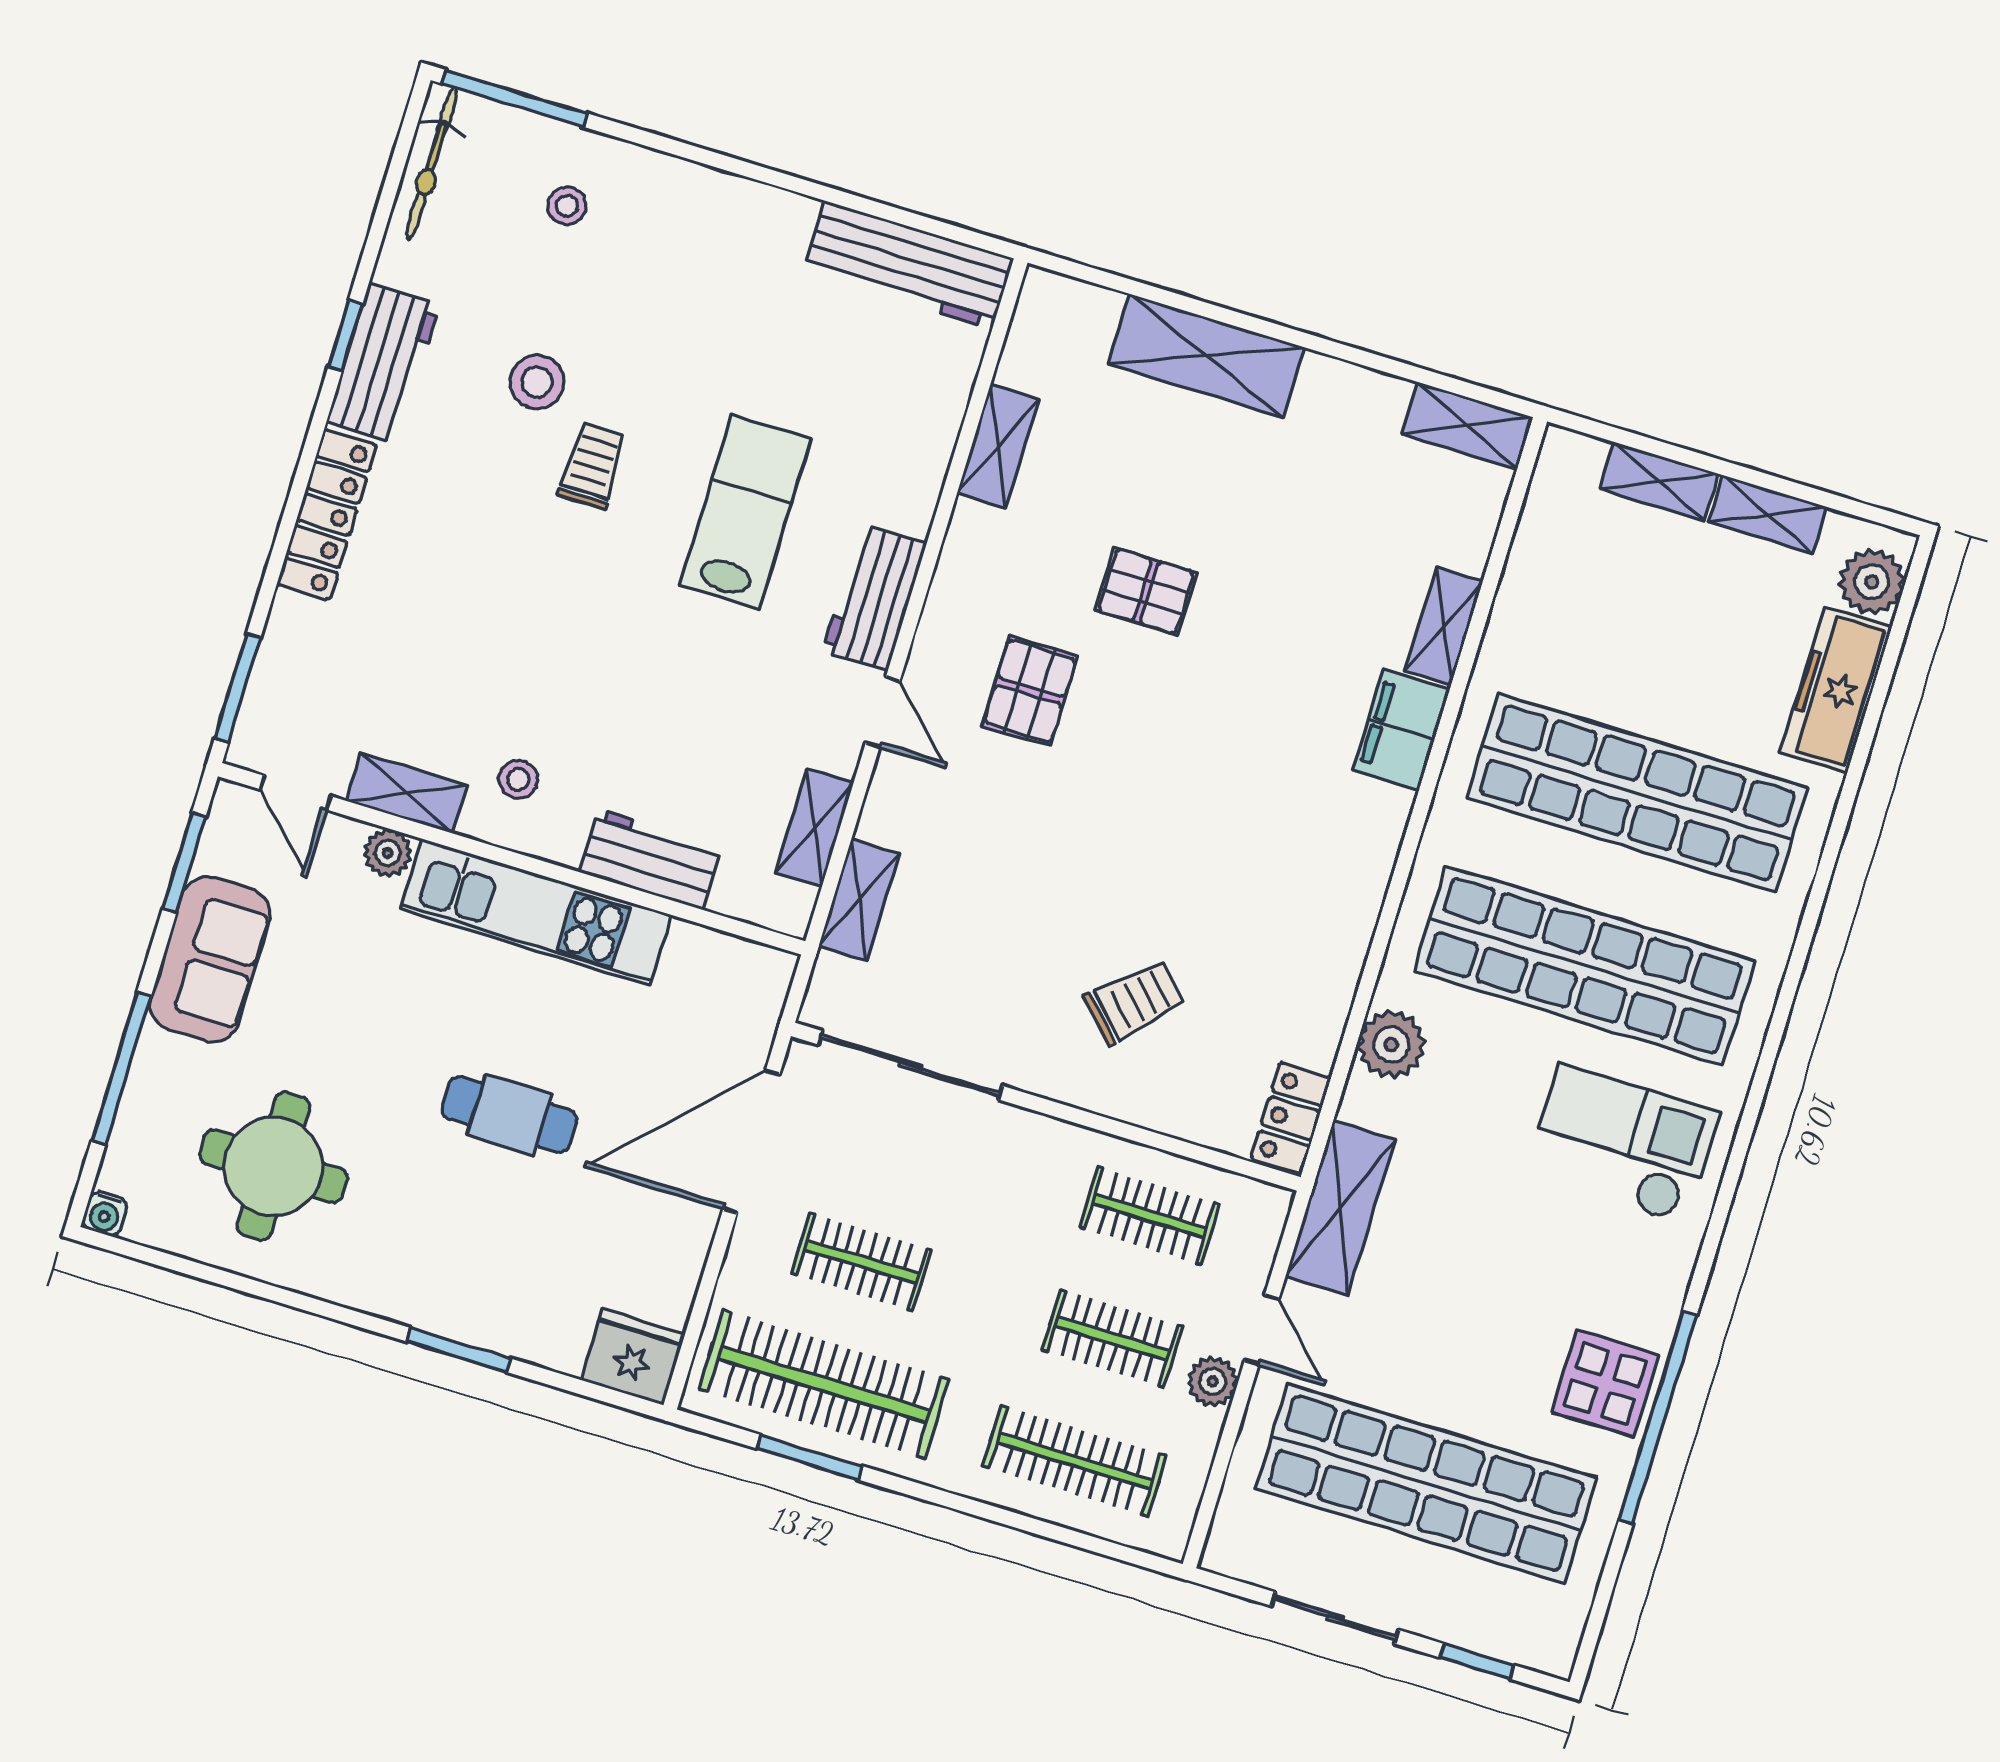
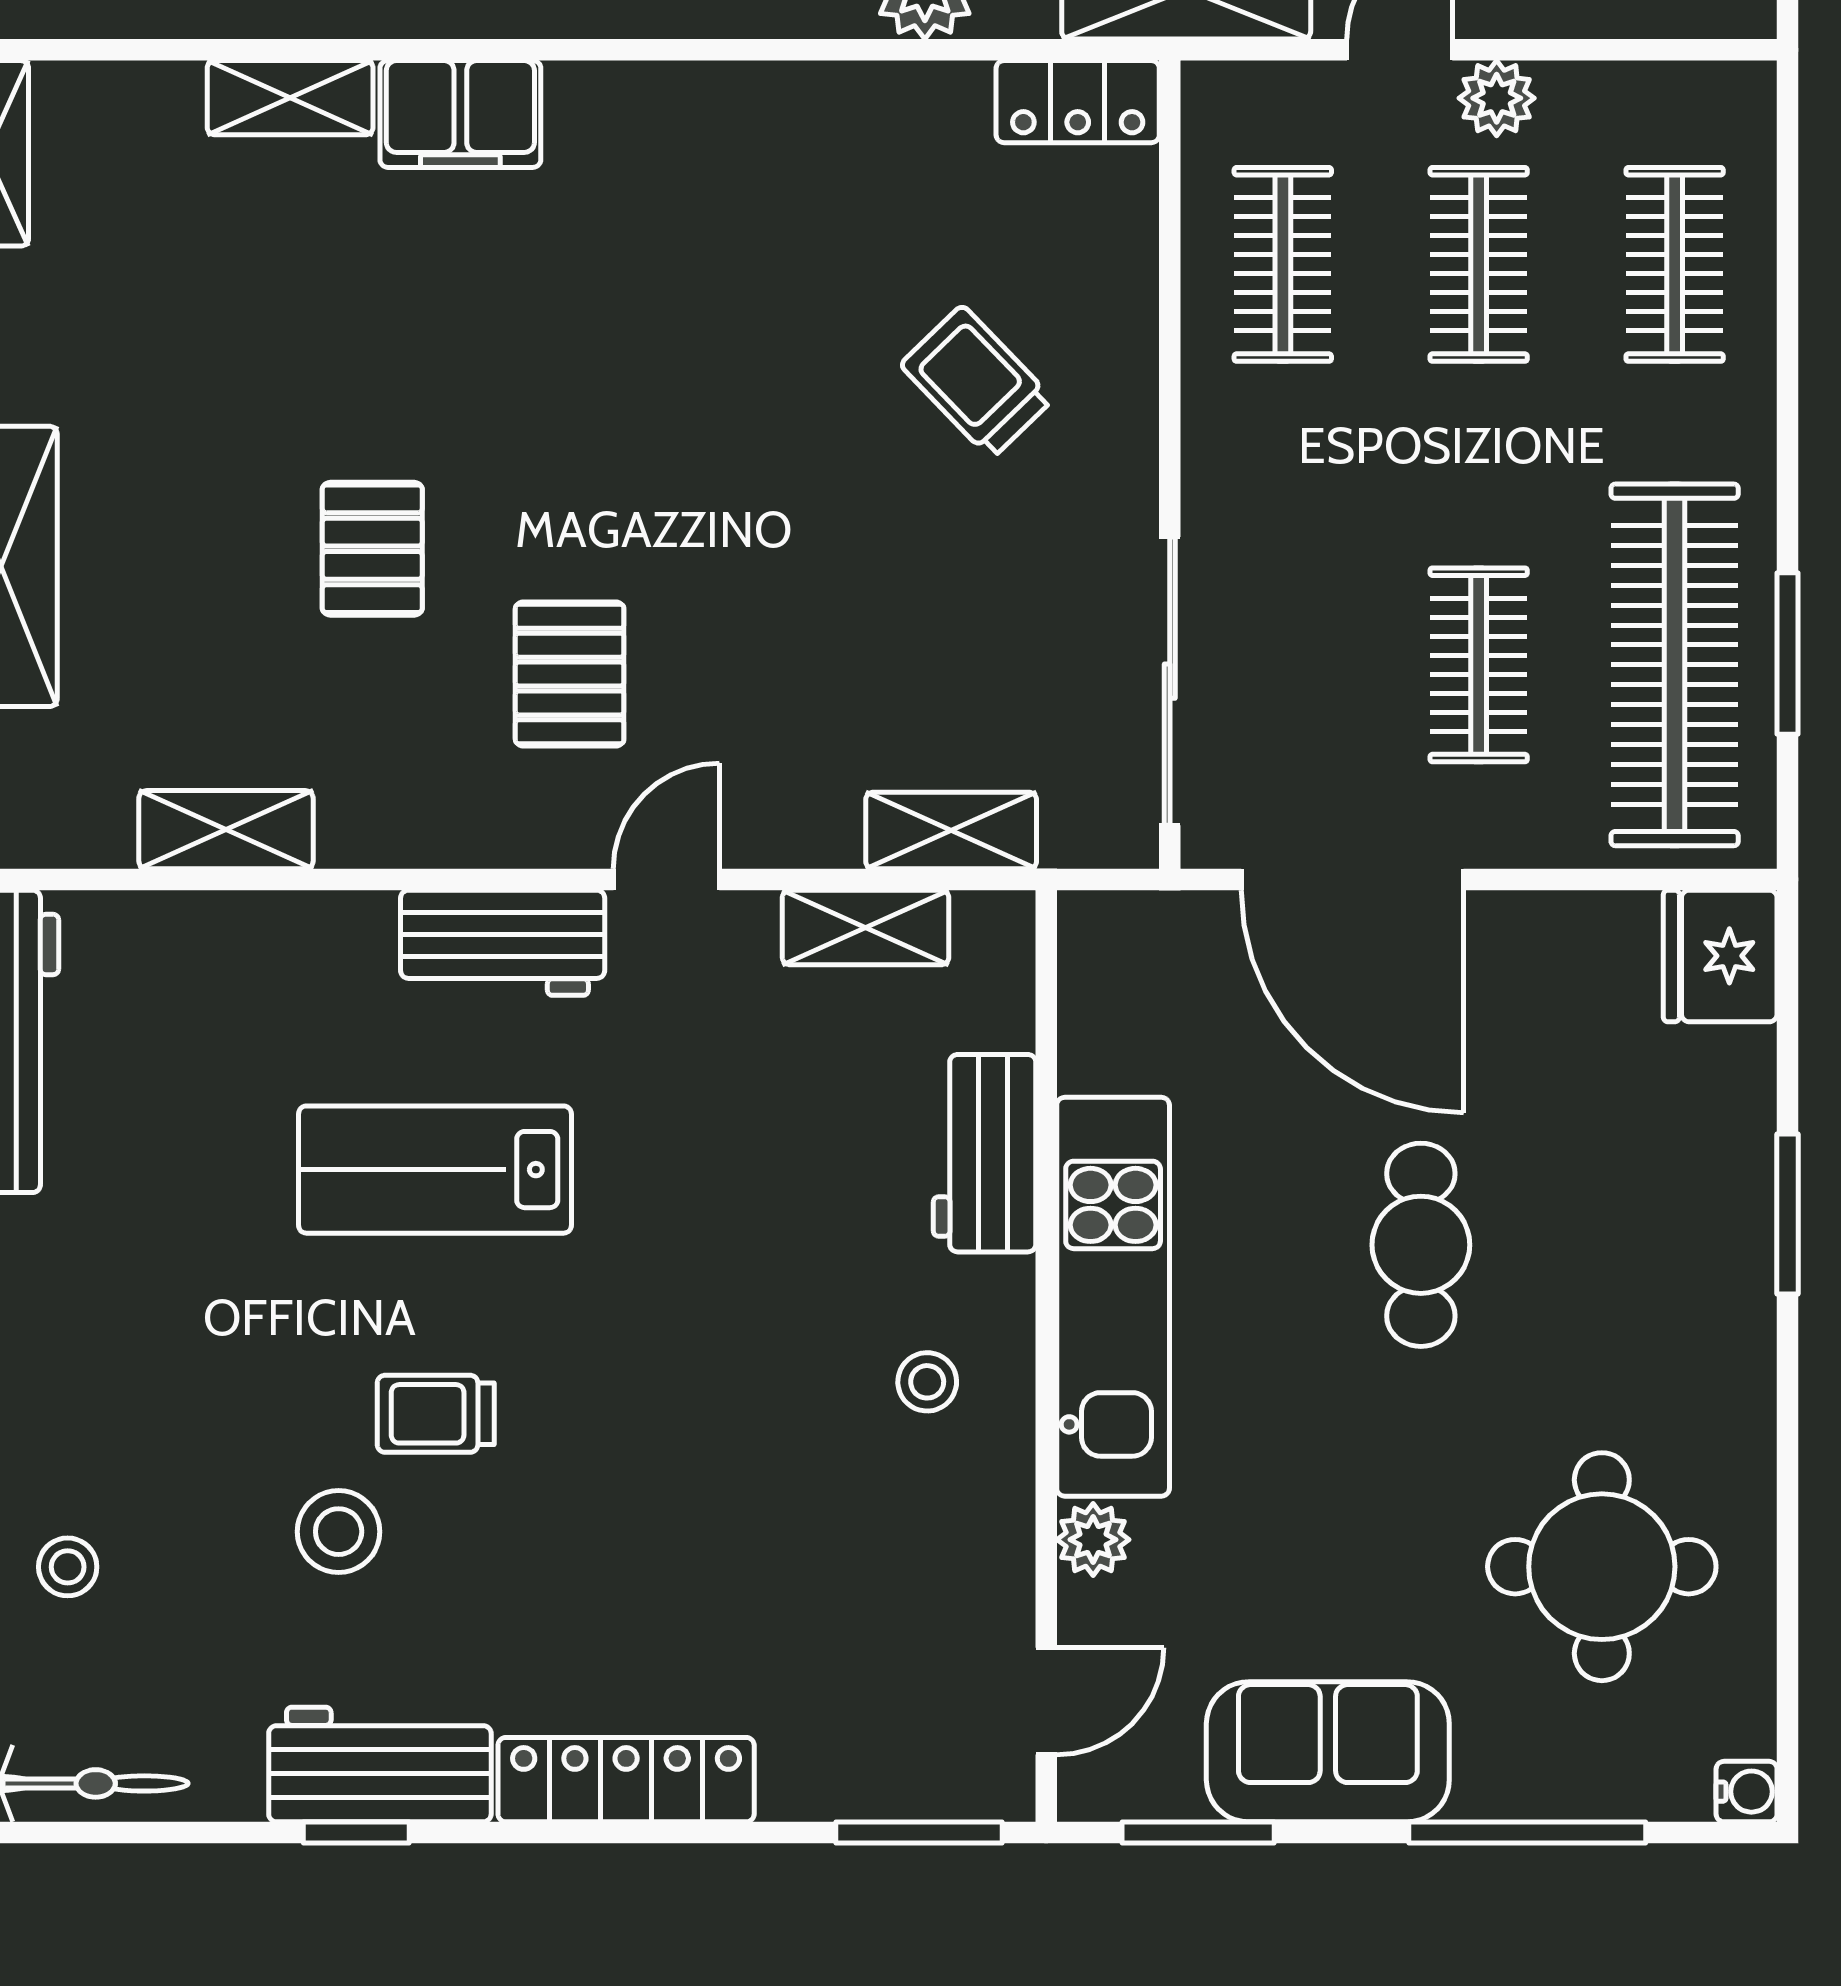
pallet: (1030, 691) -> (570, 674), turned 90
shelving: (406, 793) -> (997, 1539), removed
clothes rail: (1075, 1461) -> (1675, 264), width x0.73

